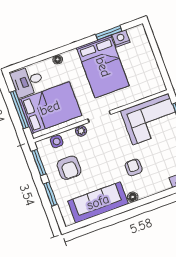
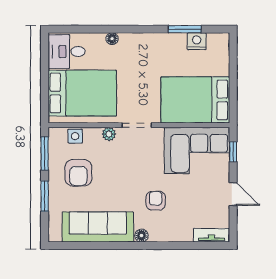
bed: (103, 67) -> (195, 100), moved, turned 90
window: (19, 110) -> (45, 82), removed

